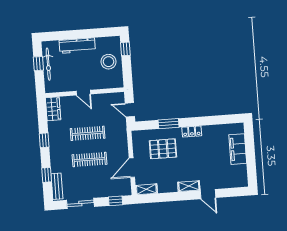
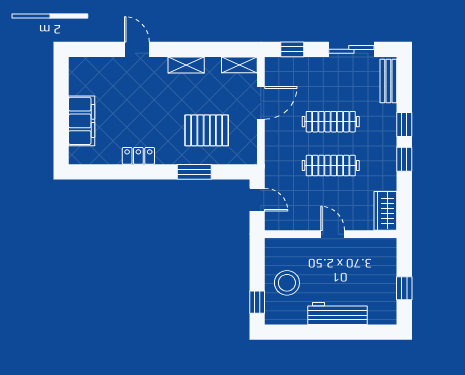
bicycle: (48, 64) -> (388, 286), removed
locker: (192, 132) -> (138, 156), moved
window: (47, 175) -> (404, 125), moved
shelving: (189, 186) -> (186, 65), moved

